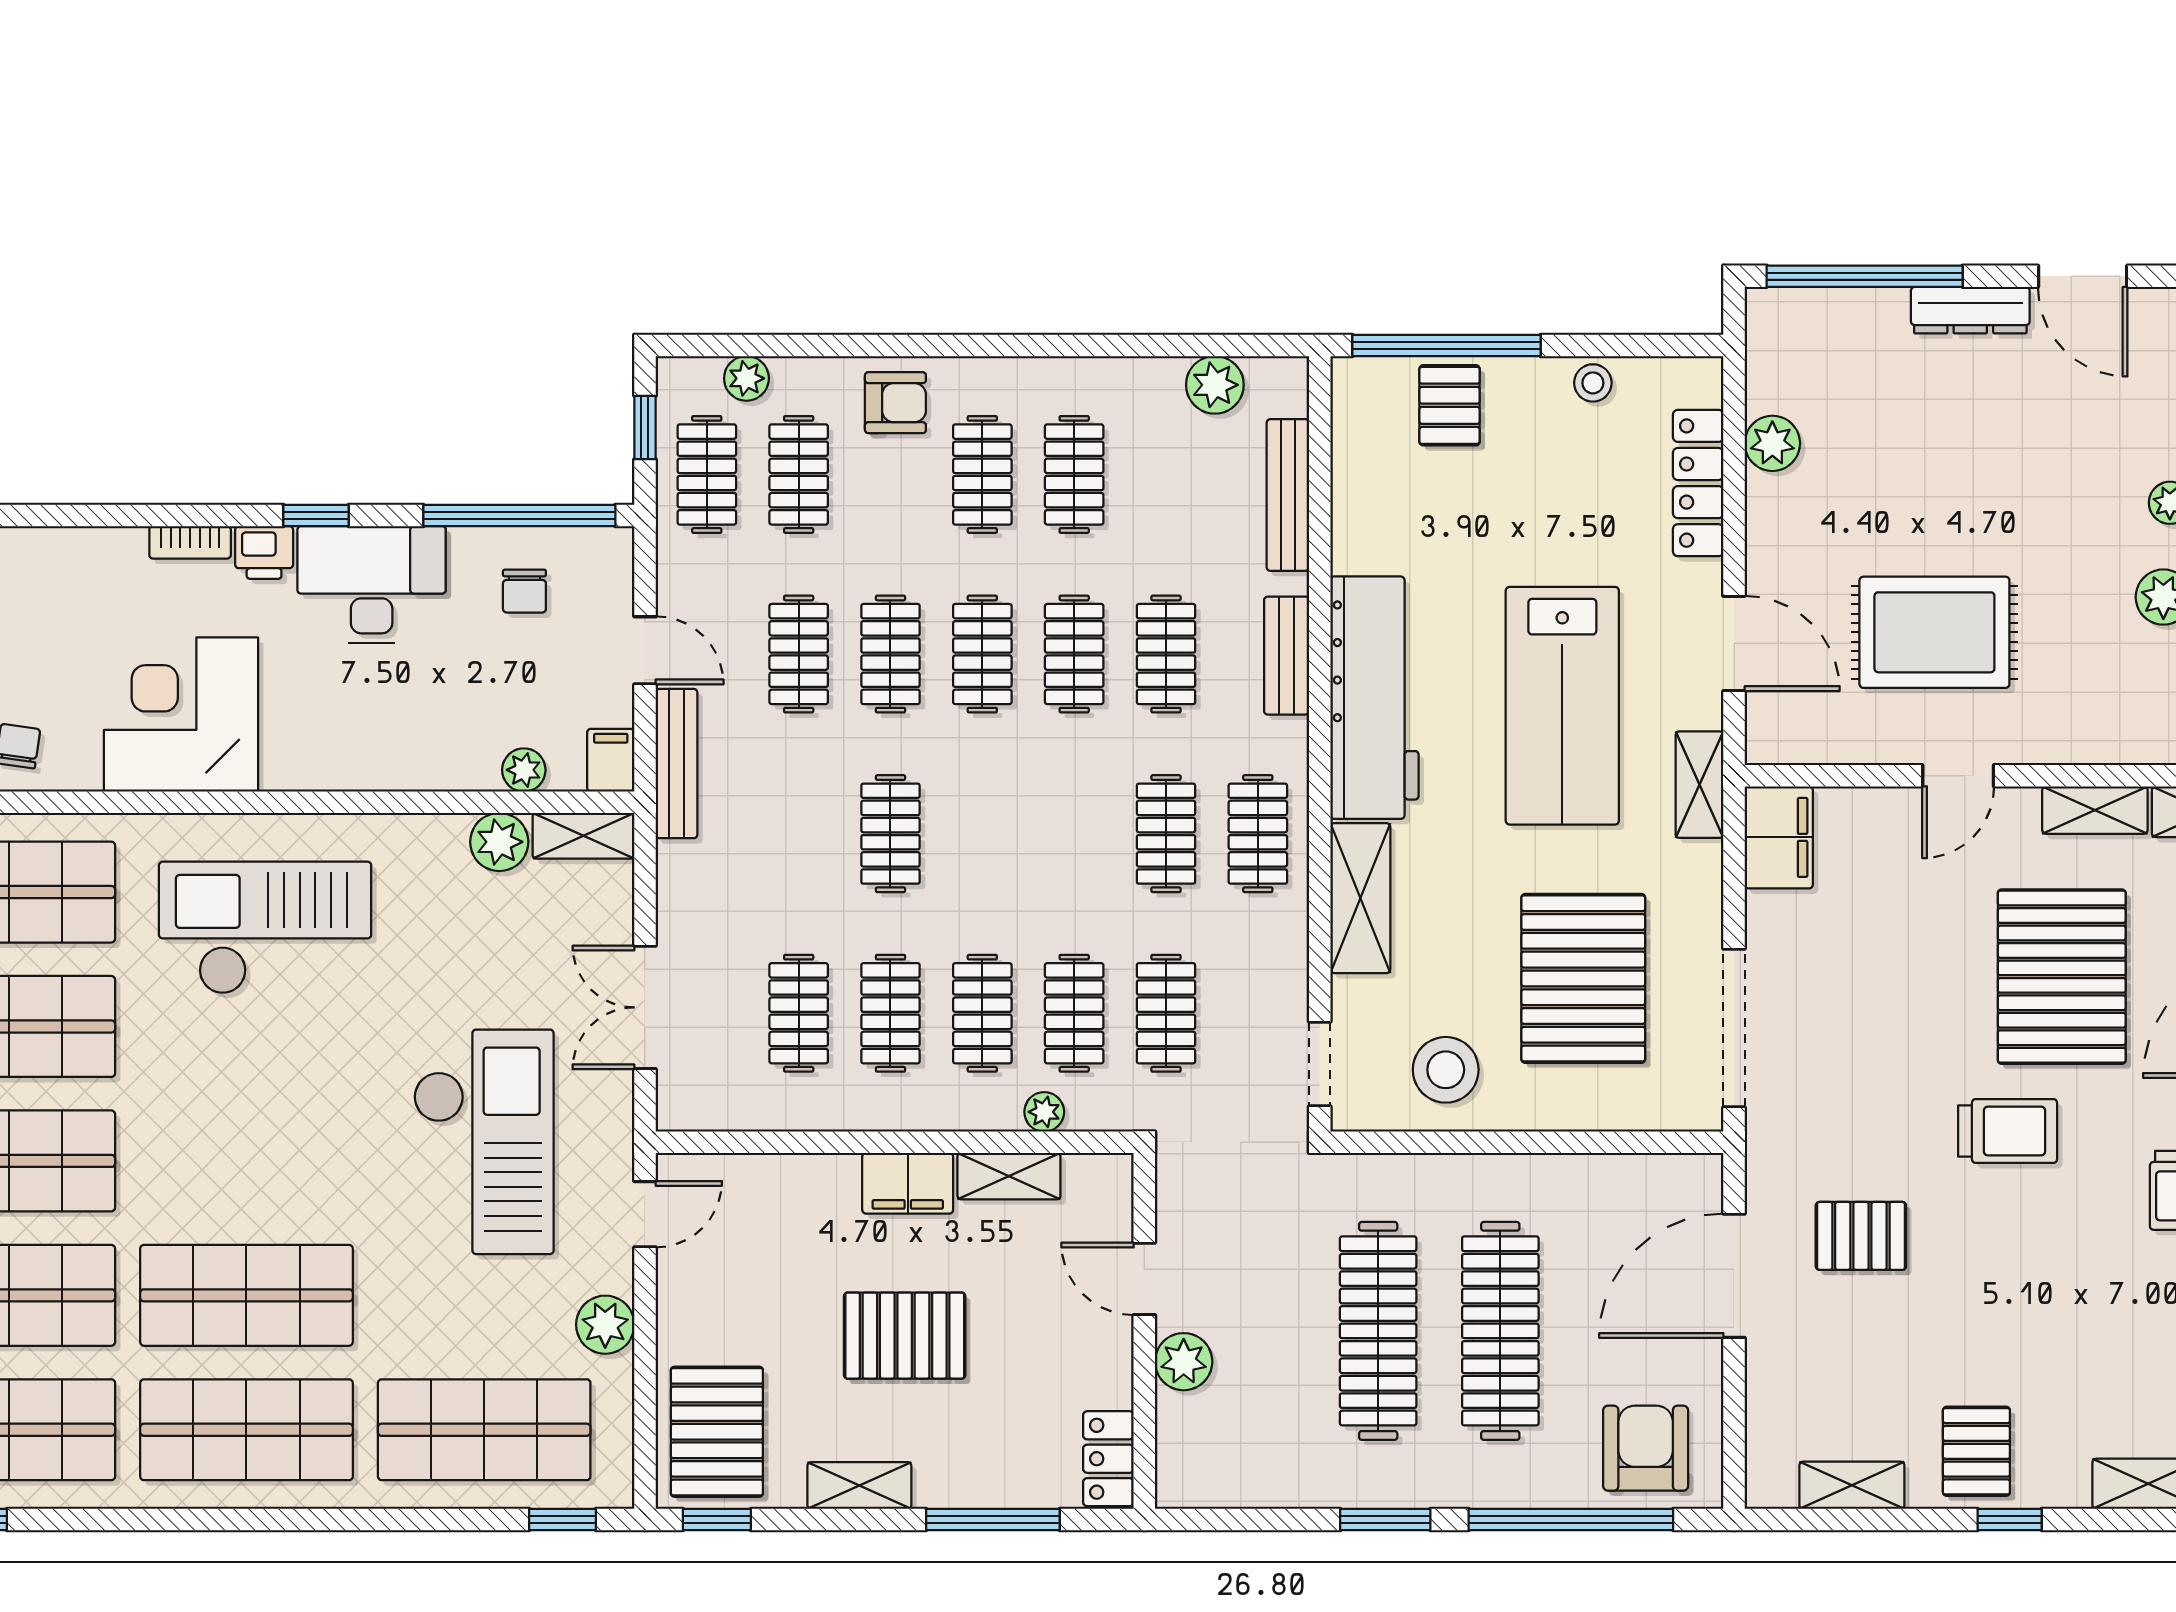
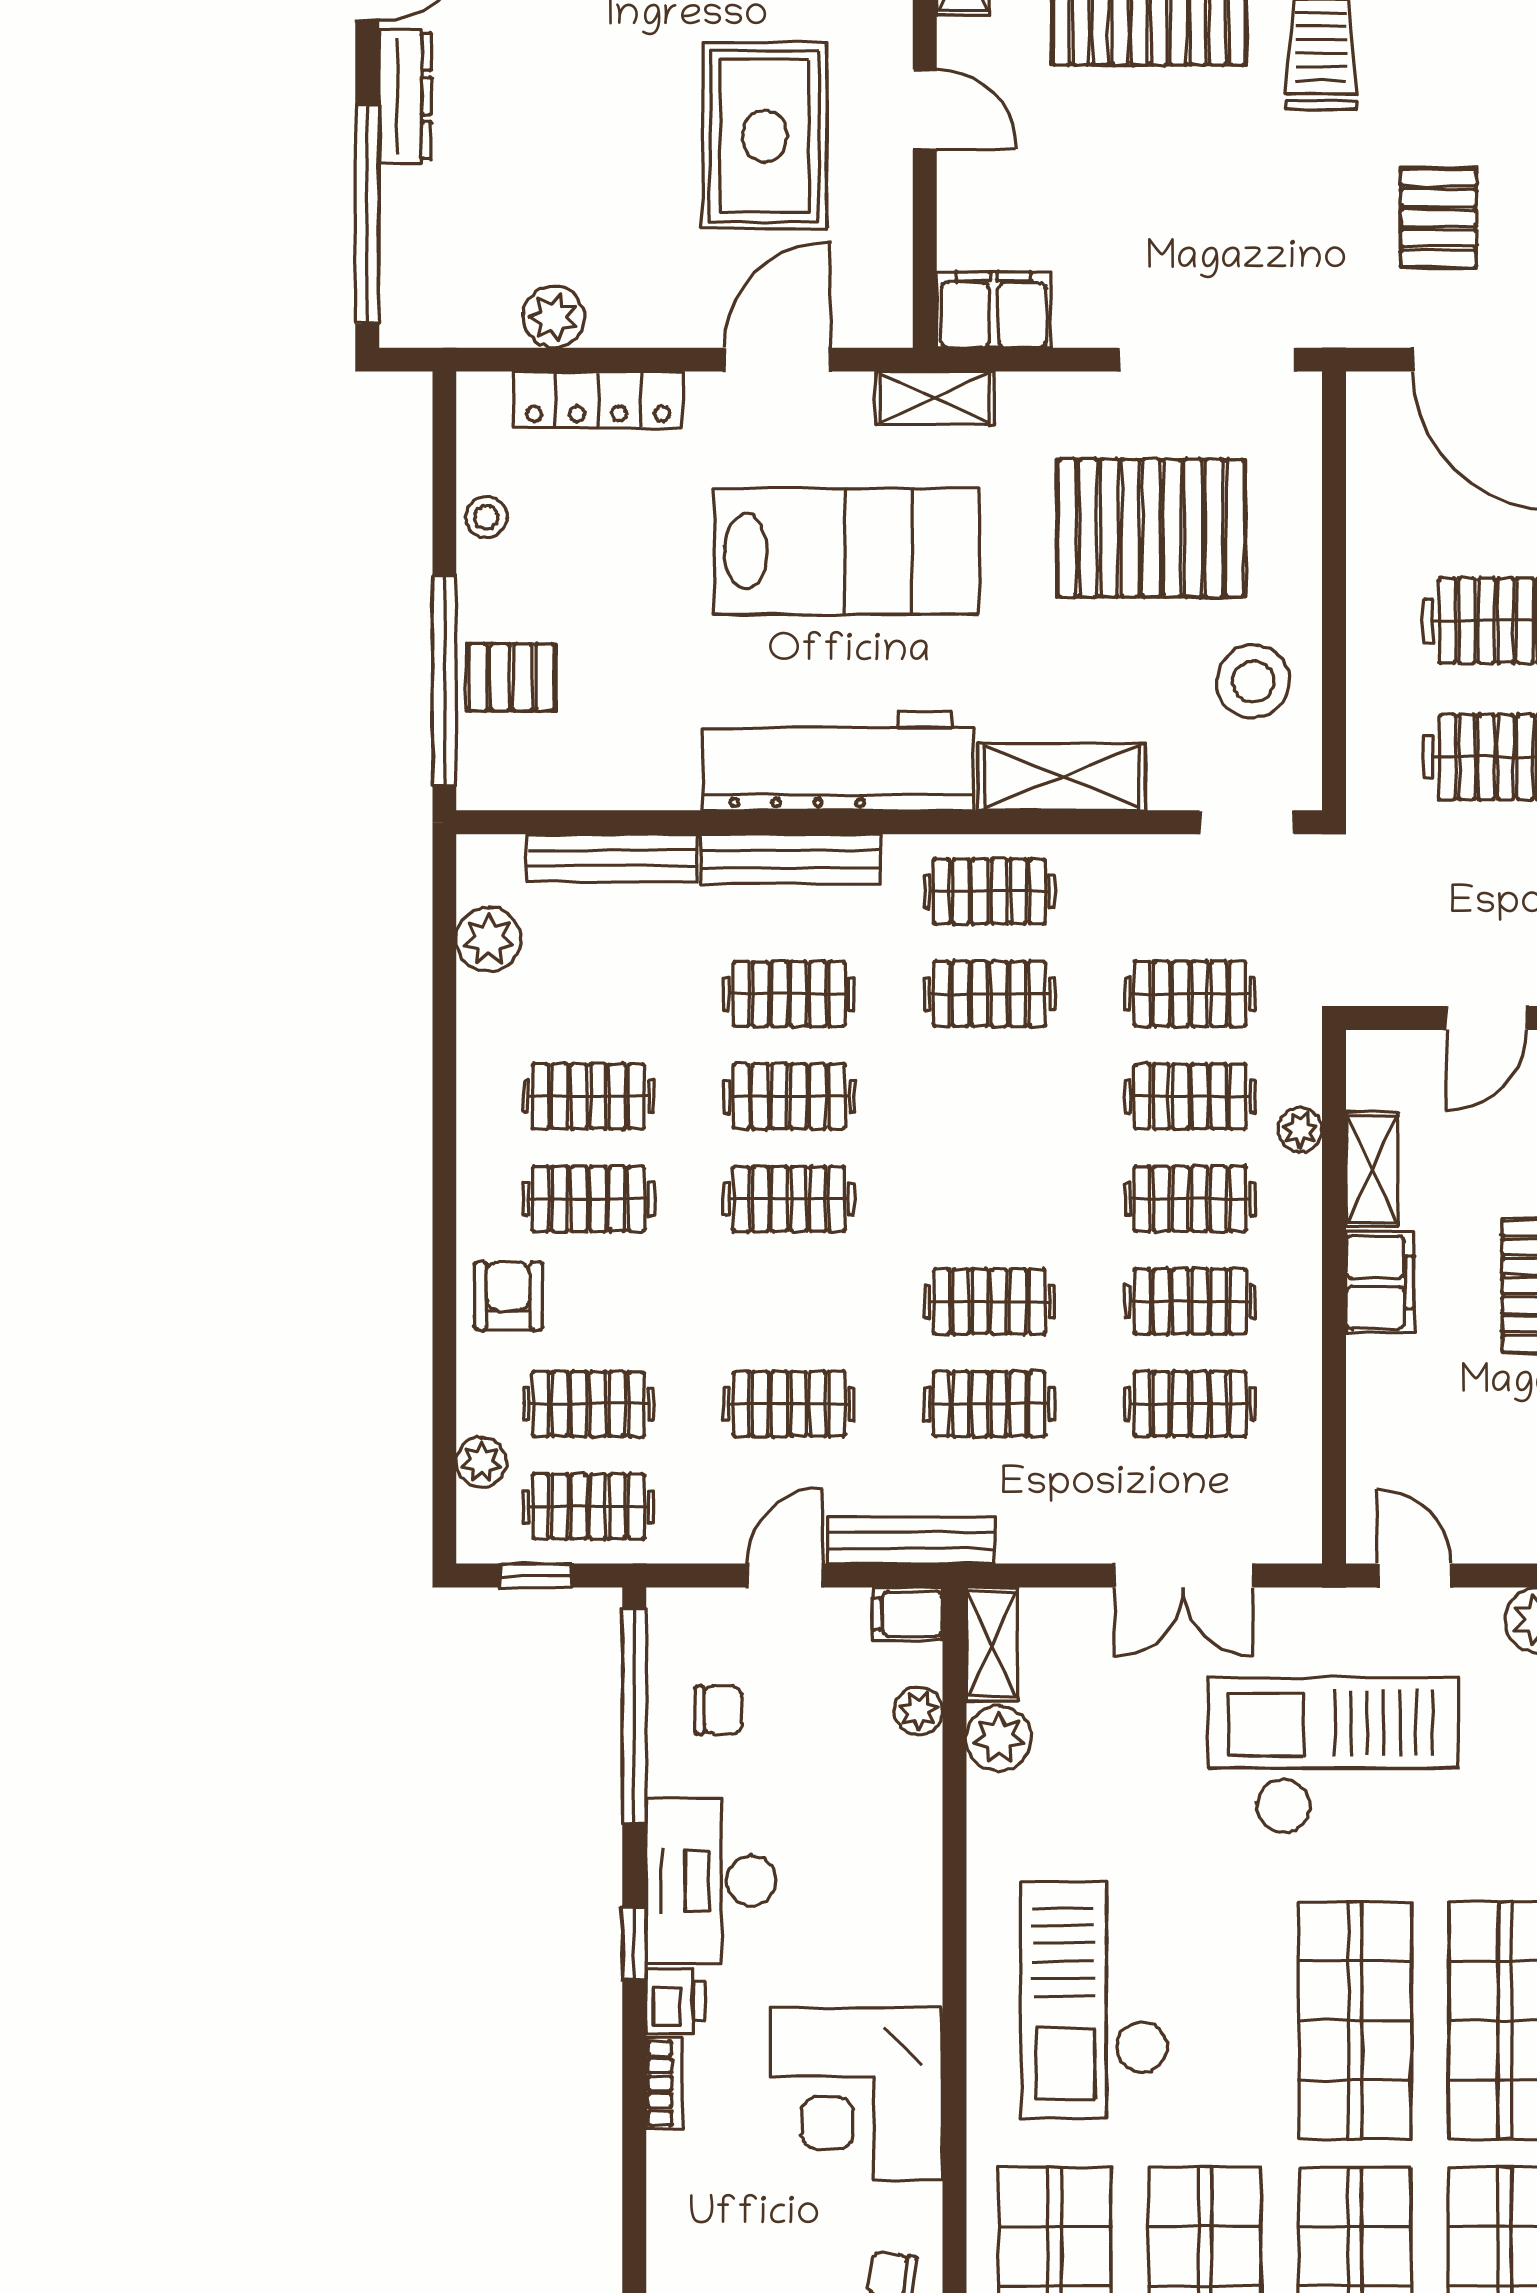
clothes rail: (890, 654) -> (989, 1404), moved
bench: (1287, 656) -> (791, 859), width x1.36
shop shelf: (246, 1161) -> (1355, 2020), added

